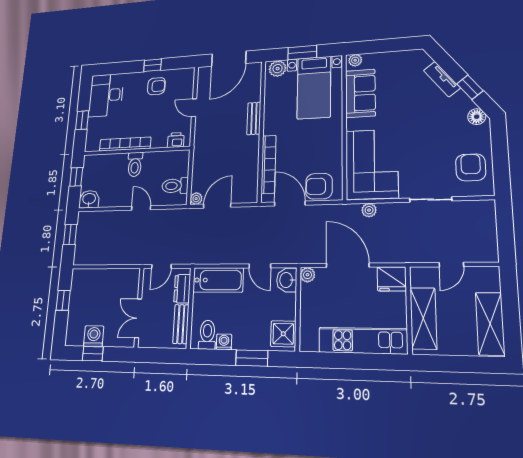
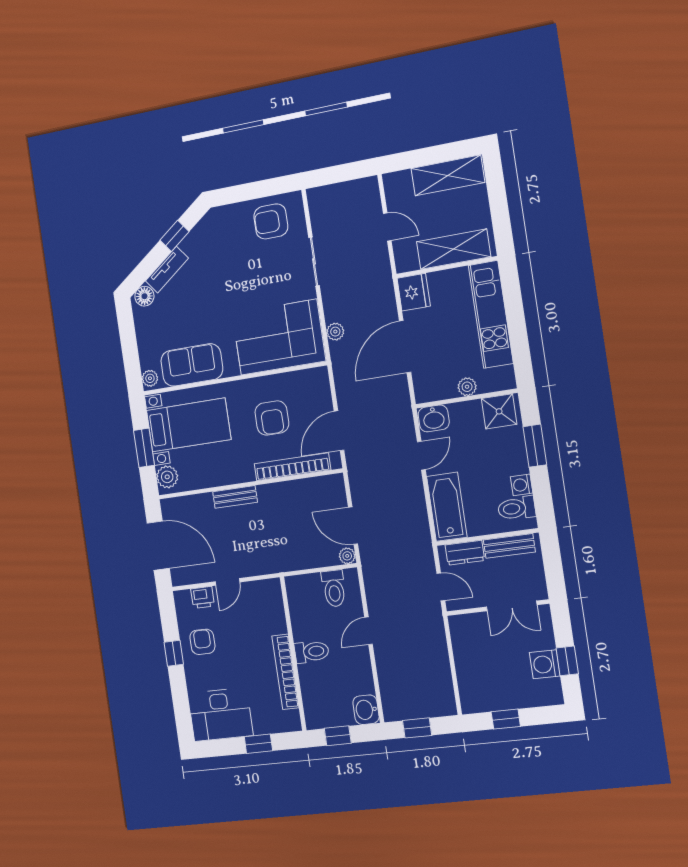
floor lamp: (477, 117) -> (144, 296), moved
printer: (176, 140) -> (203, 597), moved, turned -90
armchair: (319, 186) -> (272, 418), moved
plant: (307, 275) -> (467, 387), moved

